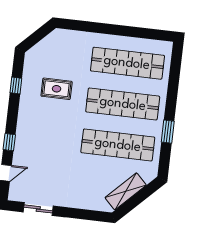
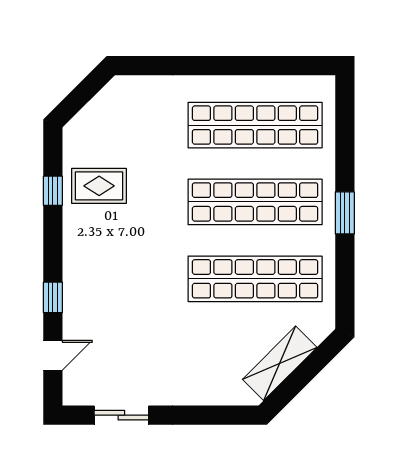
rug: (57, 89) -> (99, 186), moved
window: (168, 132) -> (345, 213), moved

